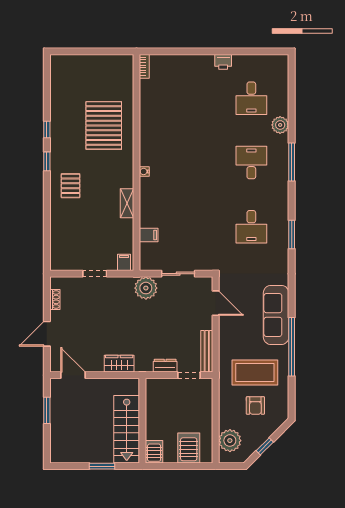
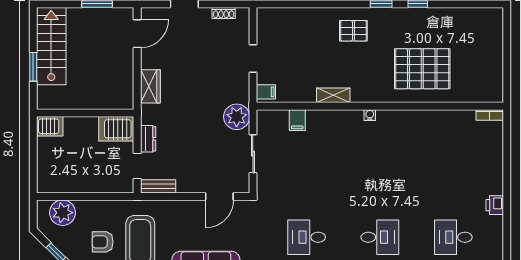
bench: (207, 351) -> (158, 186), width x0.73
stairs: (127, 429) -> (51, 46), moved, turned 90
server rack: (189, 448) -> (116, 129), moved, turned 180

